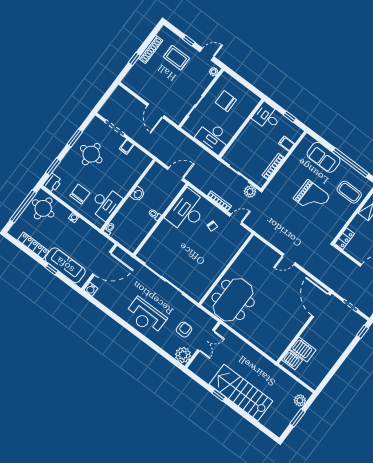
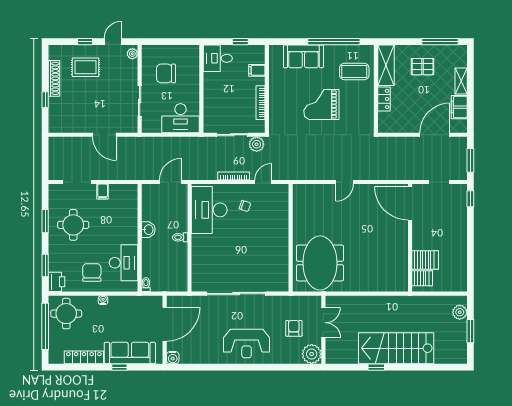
grand piano: (312, 197) -> (321, 104), turned 180
locker: (345, 239) -> (384, 99), moved

